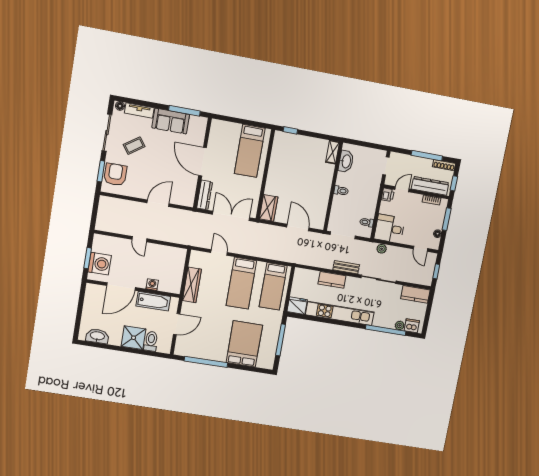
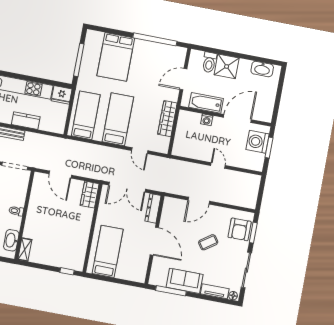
coffee table: (134, 146) -> (208, 242), moved

